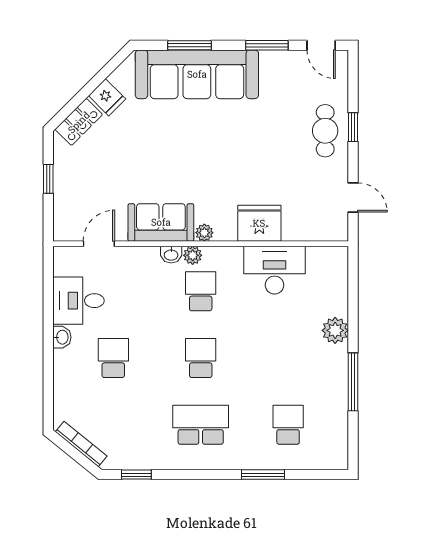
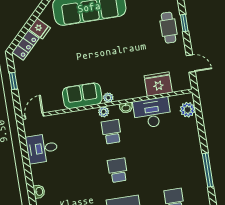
fridge: (259, 223) -> (158, 84), moved
door: (99, 244) -> (34, 116), moved
washbasin: (171, 255) -> (126, 108), moved
plant: (335, 330) -> (188, 110), moved
washbasin: (62, 337) -> (39, 191), moved
school desk: (113, 358) -> (67, 178), removed

